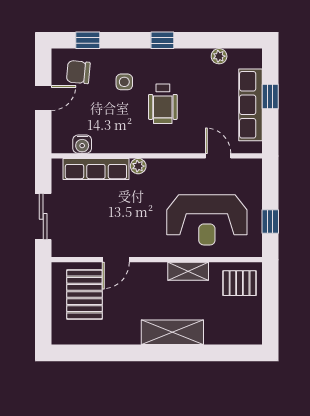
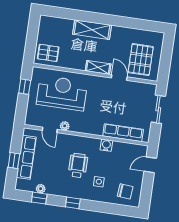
window: (88, 40) -> (39, 198), moved
door: (43, 98) -> (150, 165), moved
water cooler: (82, 144) -> (106, 145), moved
plant: (138, 166) -> (65, 126), moved
door: (116, 260) -> (119, 77), hinge flipped
shelving: (188, 271) -> (98, 67), moved

